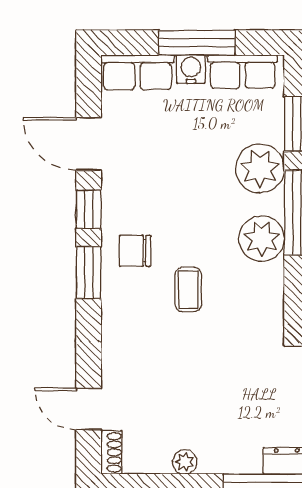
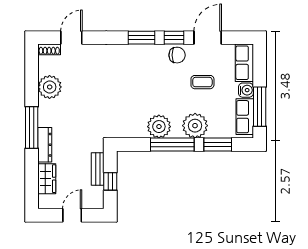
window: (197, 43) -> (260, 107), moved
chair: (135, 251) -> (177, 55), moved, turned 90
coffee table: (188, 289) -> (202, 82), moved
plant: (185, 462) -> (50, 87), width x1.88, depth x1.88

